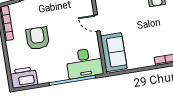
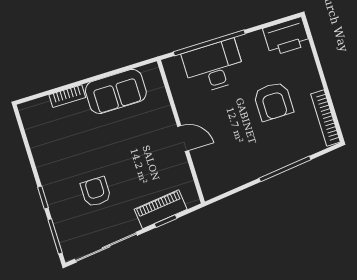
sofa: (114, 52) -> (116, 91), moved, turned -90
desk: (84, 63) -> (214, 66), moved

